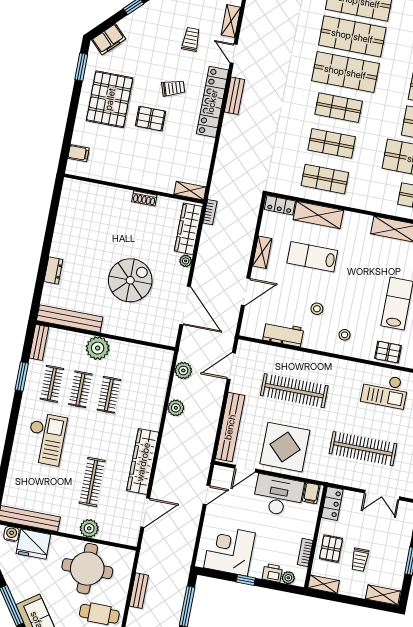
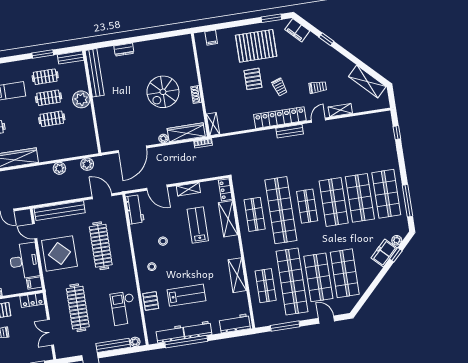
shop shelf: (332, 143) -> (281, 210), width x2.00, depth x1.36
spiral stairs: (130, 280) -> (163, 92), moved, turned 90
workbench: (283, 334) -> (135, 209), moved

